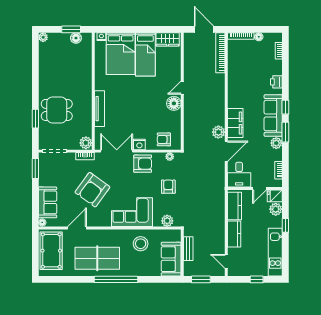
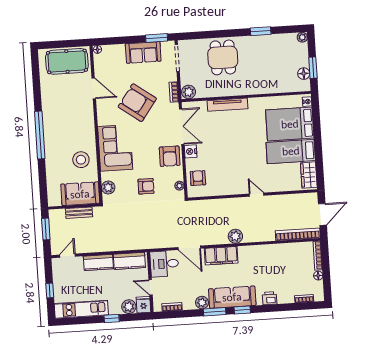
floor lamp: (174, 103) -> (239, 186), removed
window: (35, 119) -> (261, 31), moved
plant: (218, 132) -> (235, 236), moved
sofa: (48, 202) -> (143, 52), moved
table tennis table: (97, 258) -> (62, 113), removed
sofa: (171, 259) -> (80, 194), moved

